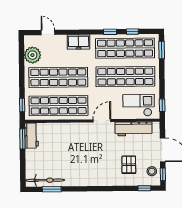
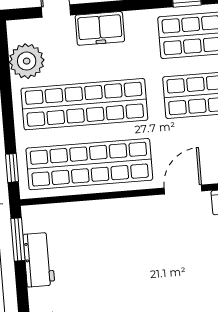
freezer: (78, 42) -> (100, 28), moved
workbench: (32, 136) -> (39, 260), moved

